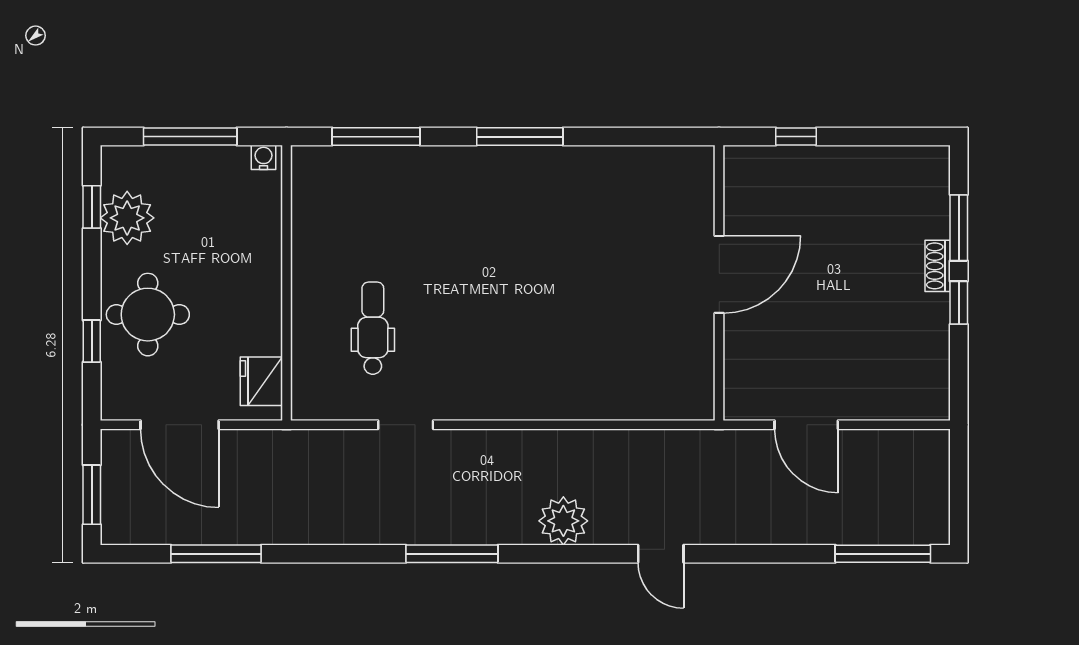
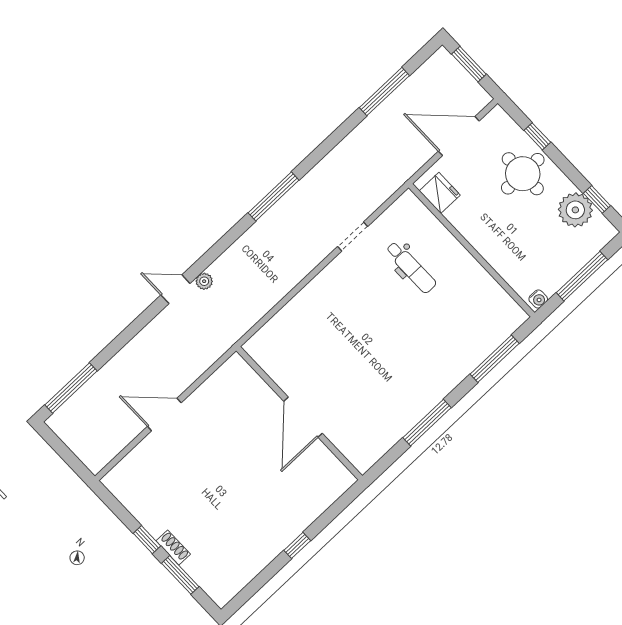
door: (719, 274) -> (303, 417), moved
wall: (719, 283) -> (299, 413), moved
plant: (563, 521) -> (204, 281), moved, width x0.53, depth x0.53

